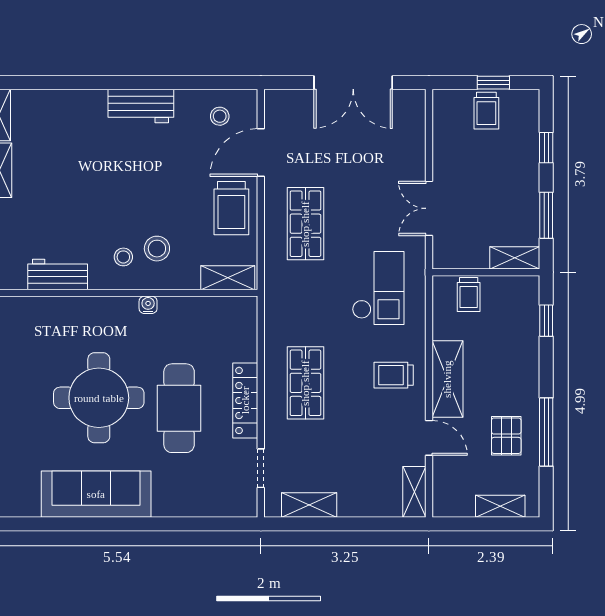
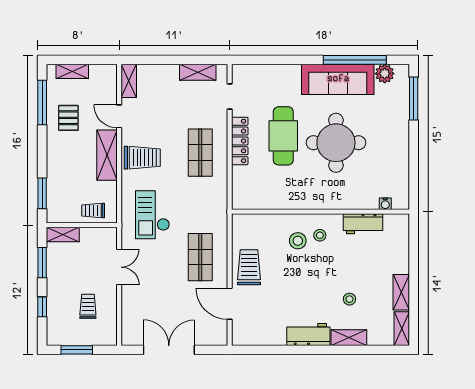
window: (493, 83) -> (77, 350), width x1.50
trolley: (486, 111) -> (88, 306), moved
stool: (220, 116) -> (349, 299), moved
door: (261, 153) -> (230, 304), swing flipped
shelving: (228, 278) -> (349, 338), moved
trolley: (469, 295) -> (93, 211), turned -90
water cooler: (148, 305) -> (385, 204), moved
window: (546, 321) -> (42, 193), width x1.50
trolley: (394, 375) -> (142, 158), width x1.36, depth x1.39
window: (546, 432) -> (42, 103), moved
plant: (25, 503) -> (385, 74), added
window: (70, 524) -> (355, 60), added

